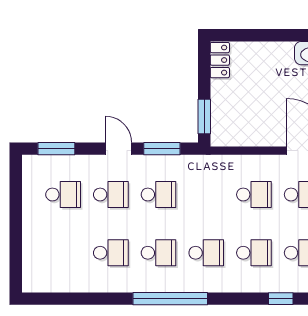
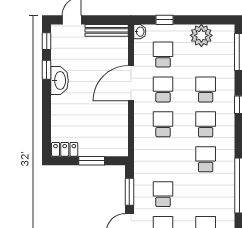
window: (204, 117) -> (92, 161), moved
school desk: (159, 253) -> (206, 194), removed

